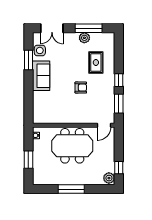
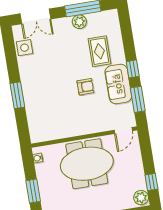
window: (28, 60) -> (17, 95), moved
sofa: (41, 76) -> (118, 84), moved, turned 180

